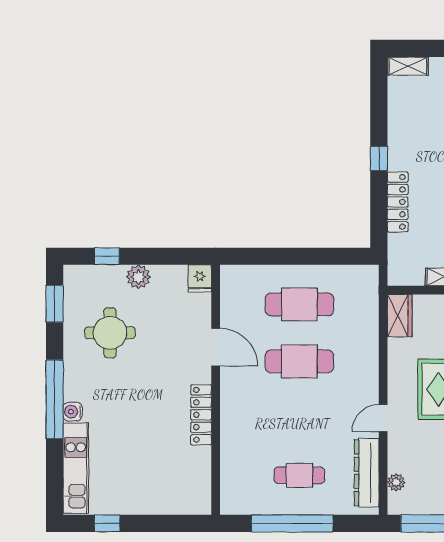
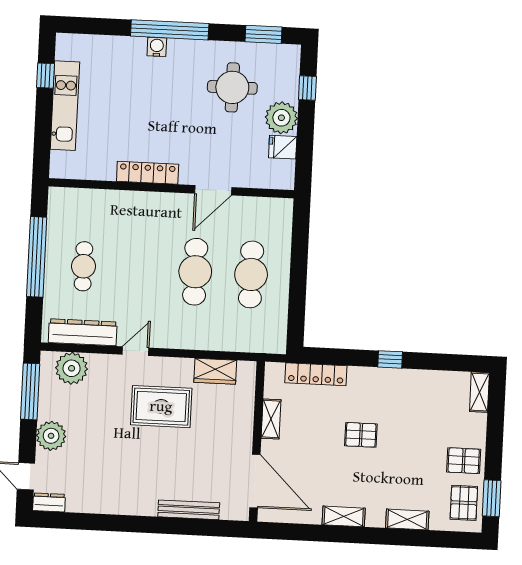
locker: (398, 202) -> (316, 374), moved
plant: (138, 277) -> (281, 118), width x1.36, depth x1.36
fridge: (200, 279) -> (283, 147), moved
wardrobe: (400, 316) -> (215, 371), moved
door: (383, 418) -> (136, 351), hinge flipped
kitchen unit: (76, 468) -> (65, 106), moved, turned -90
plant: (396, 482) -> (72, 368), width x1.87, depth x1.87

